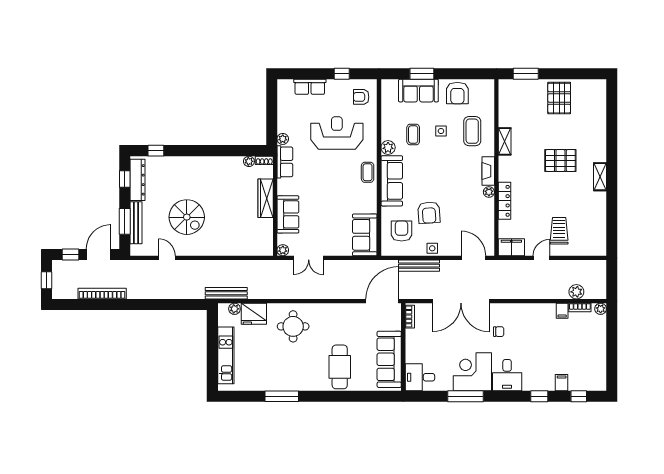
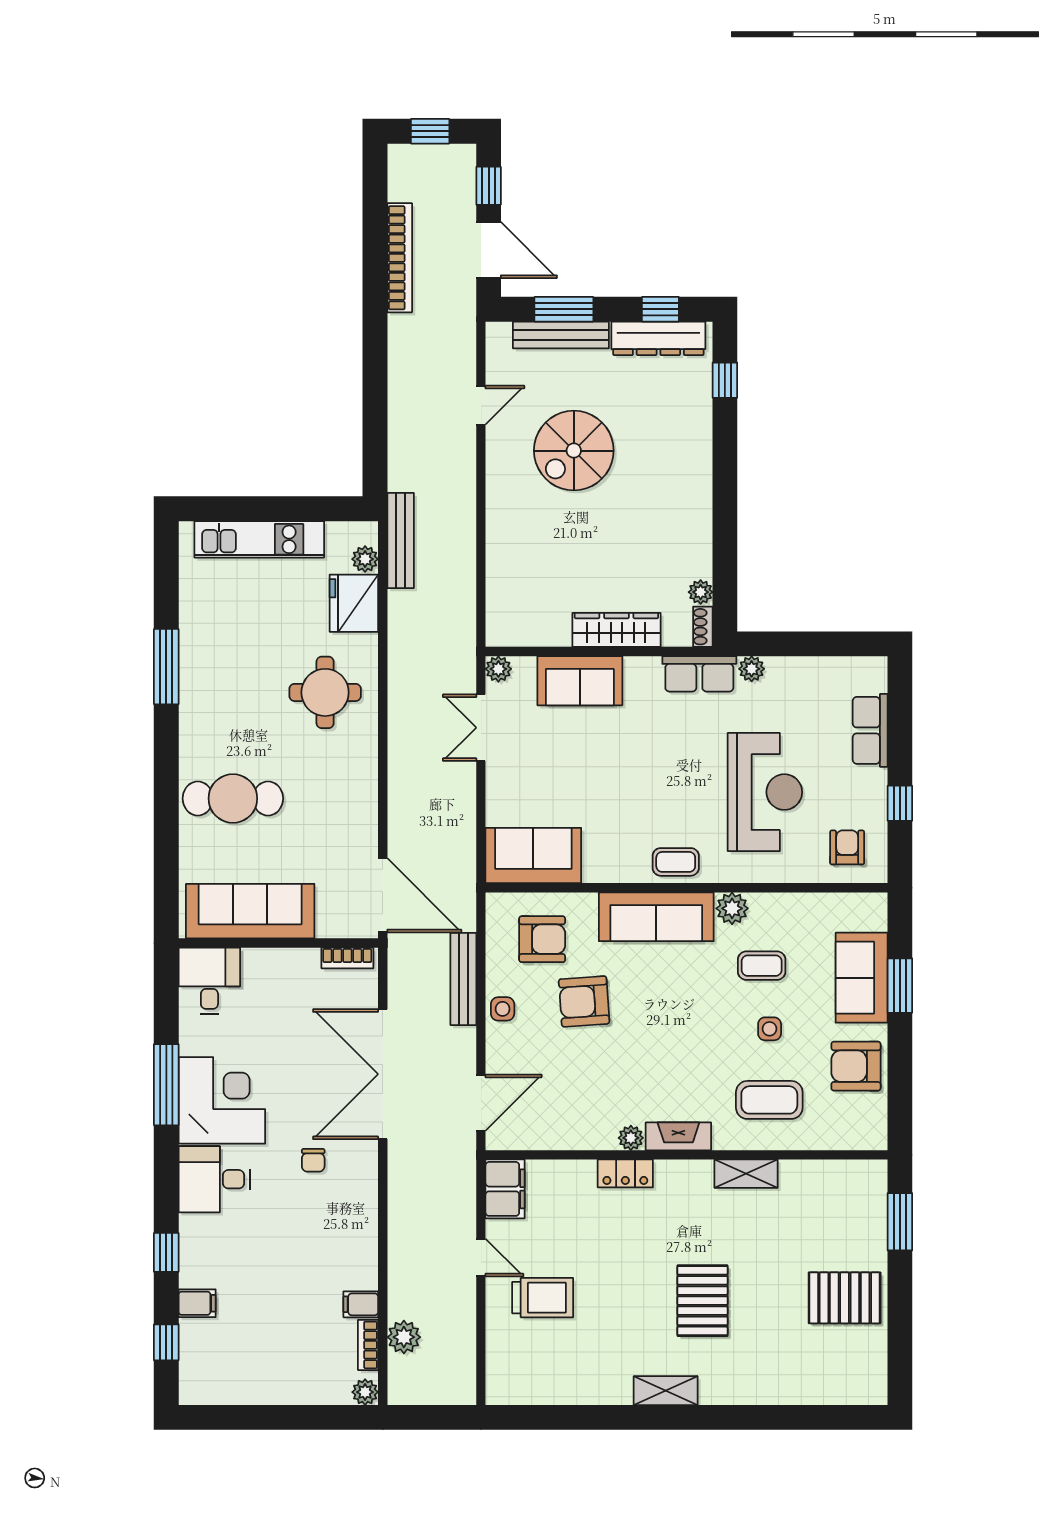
locker: (505, 201) -> (625, 1173), width x0.66

